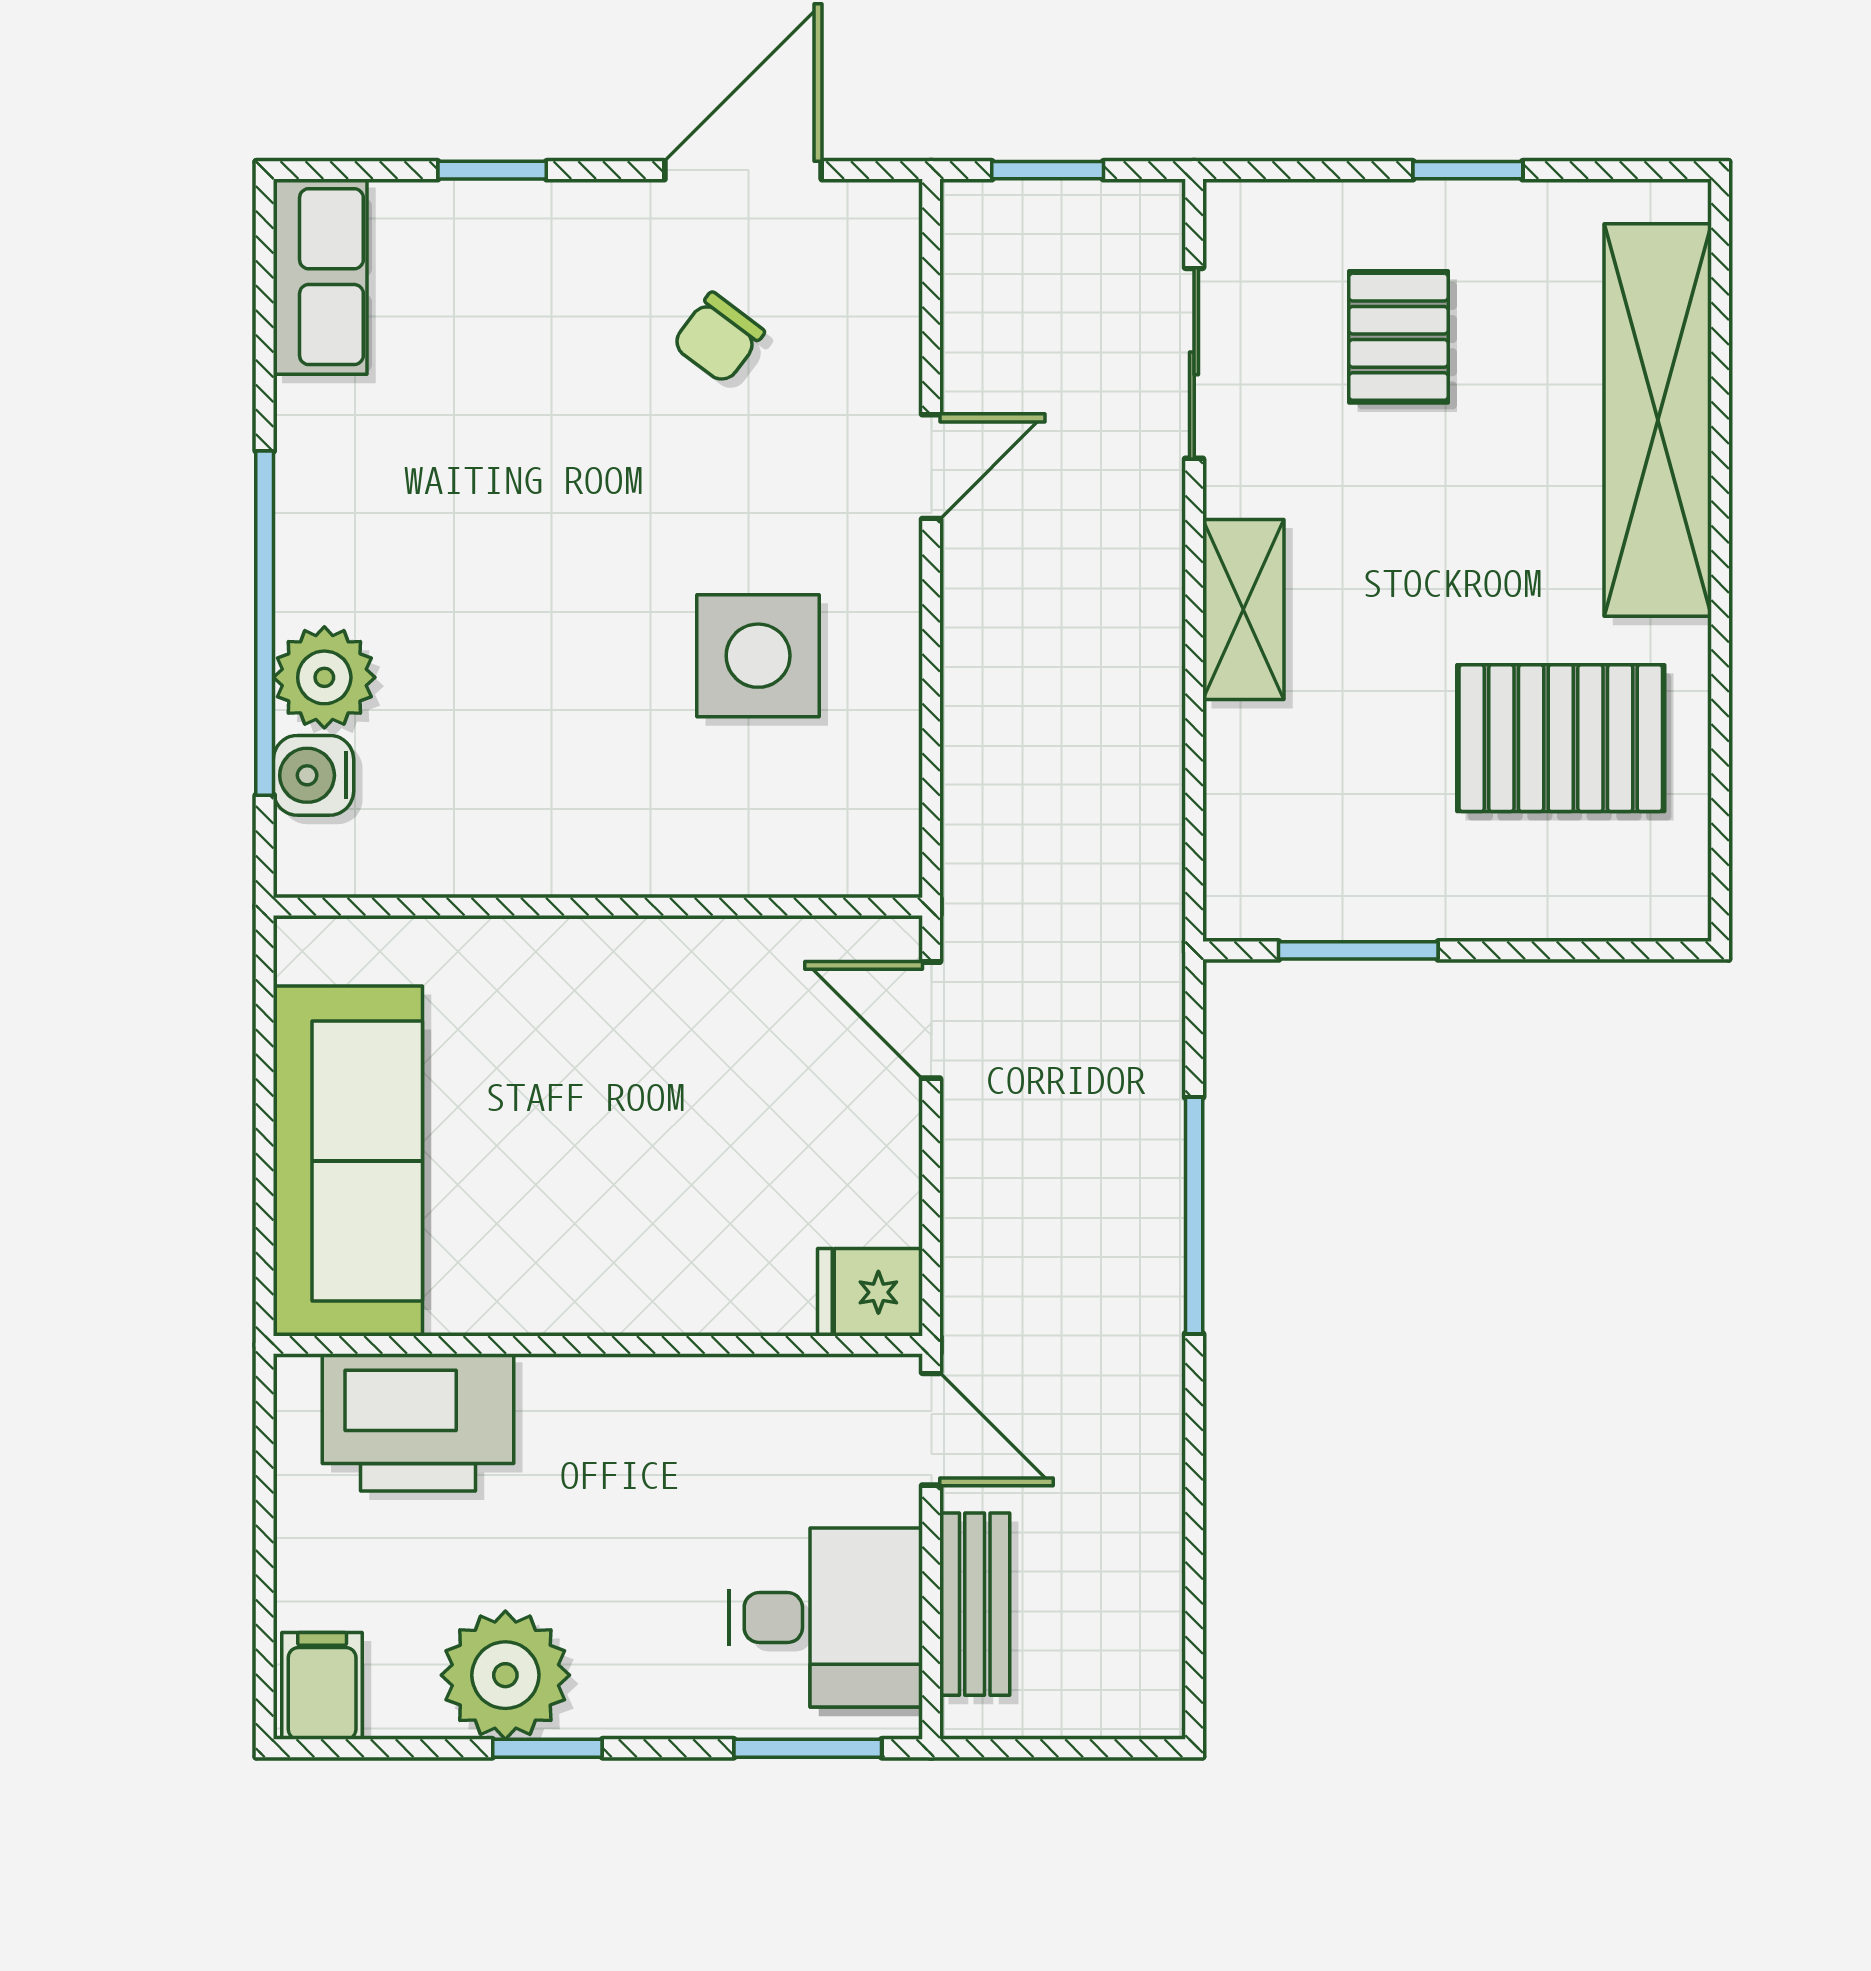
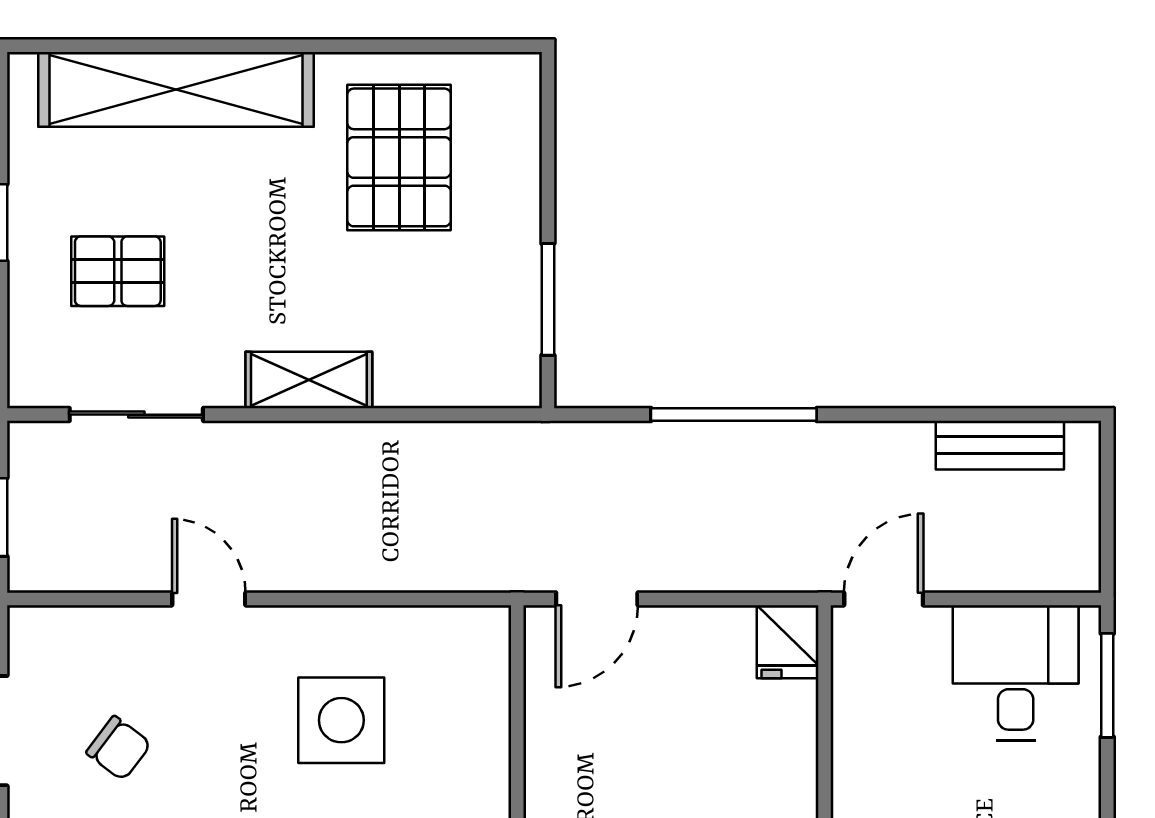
bench: (975, 1604) -> (1000, 445), moved

